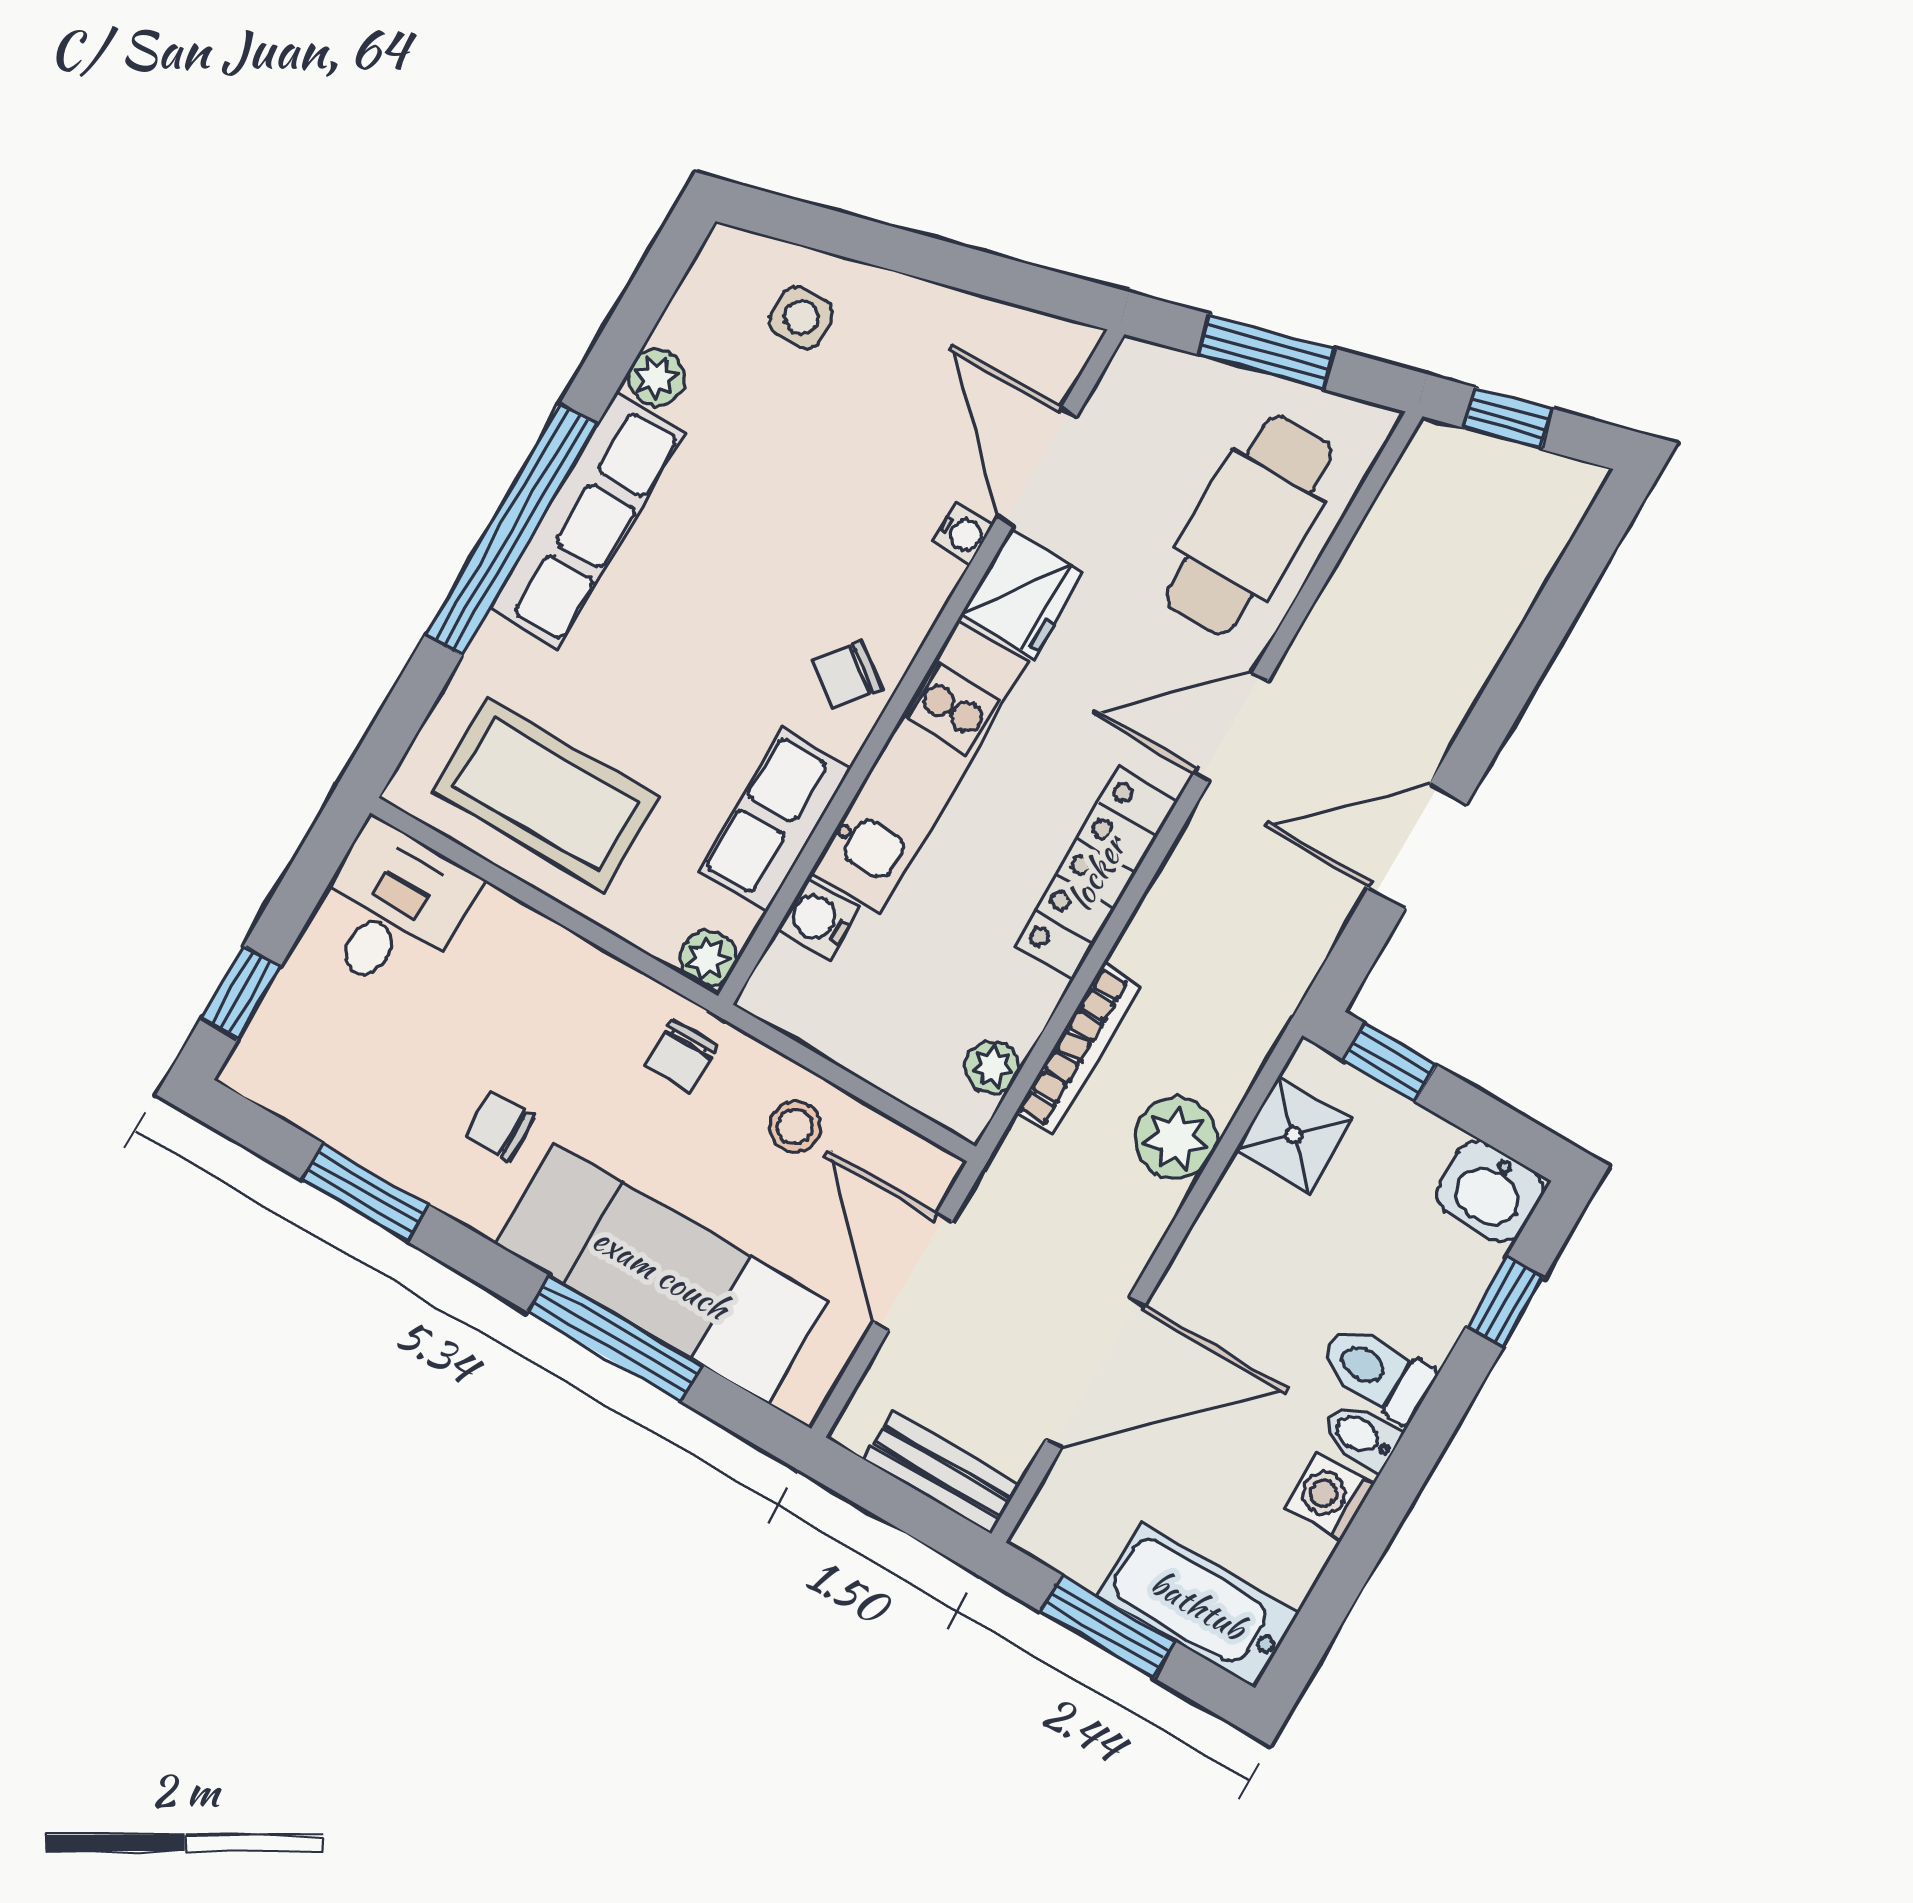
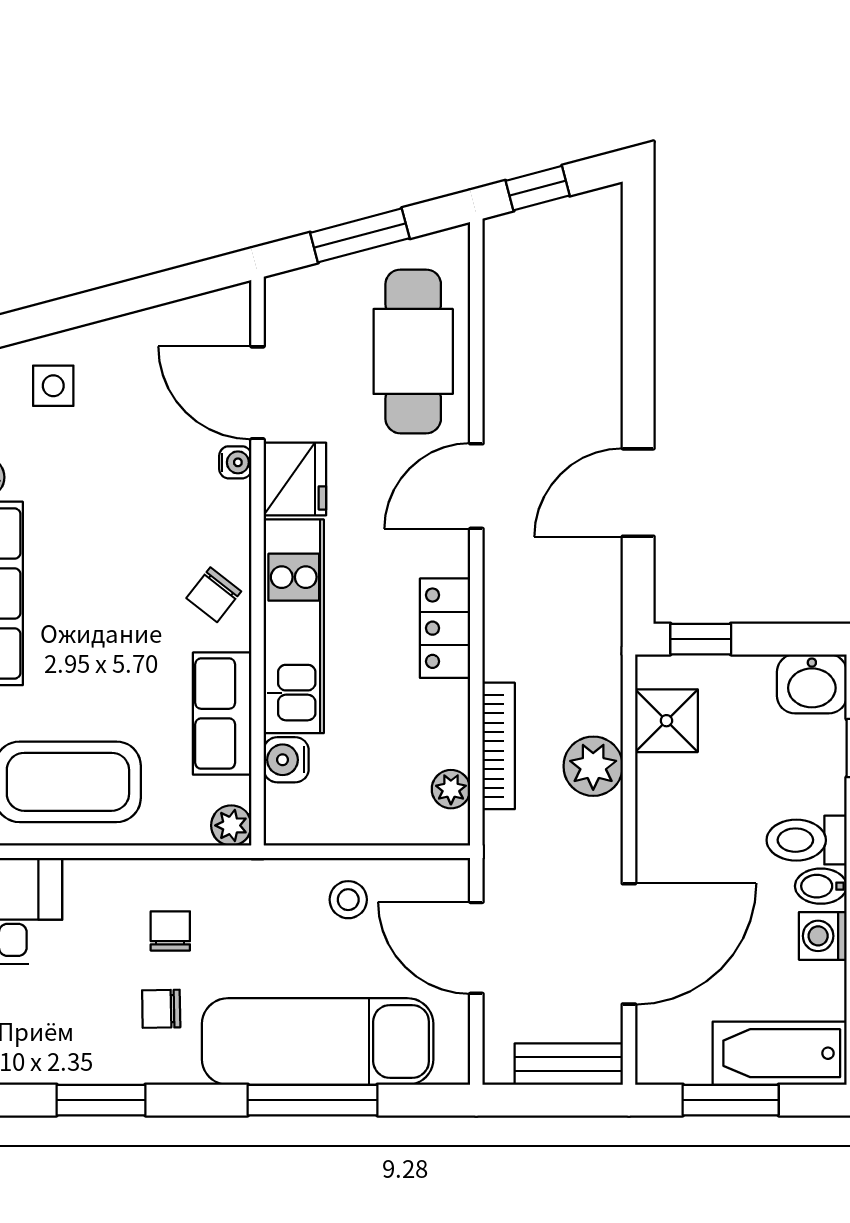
locker: (1096, 873) -> (445, 628), width x0.66
chair: (681, 1056) -> (170, 931), moved, turned 180

